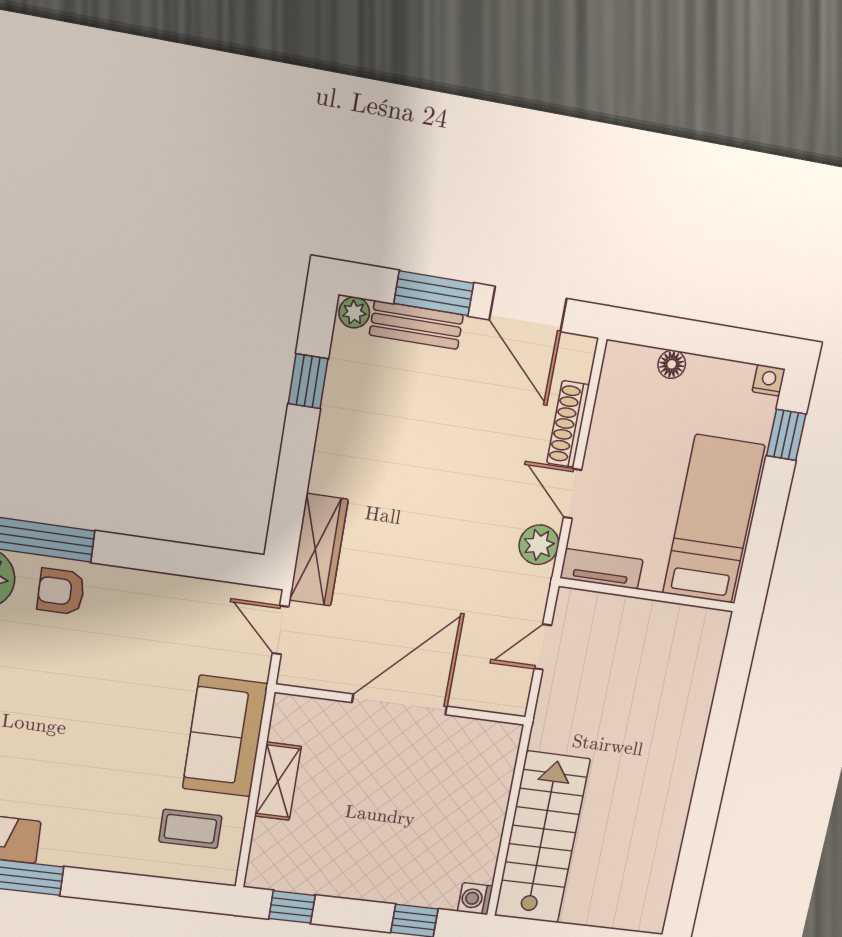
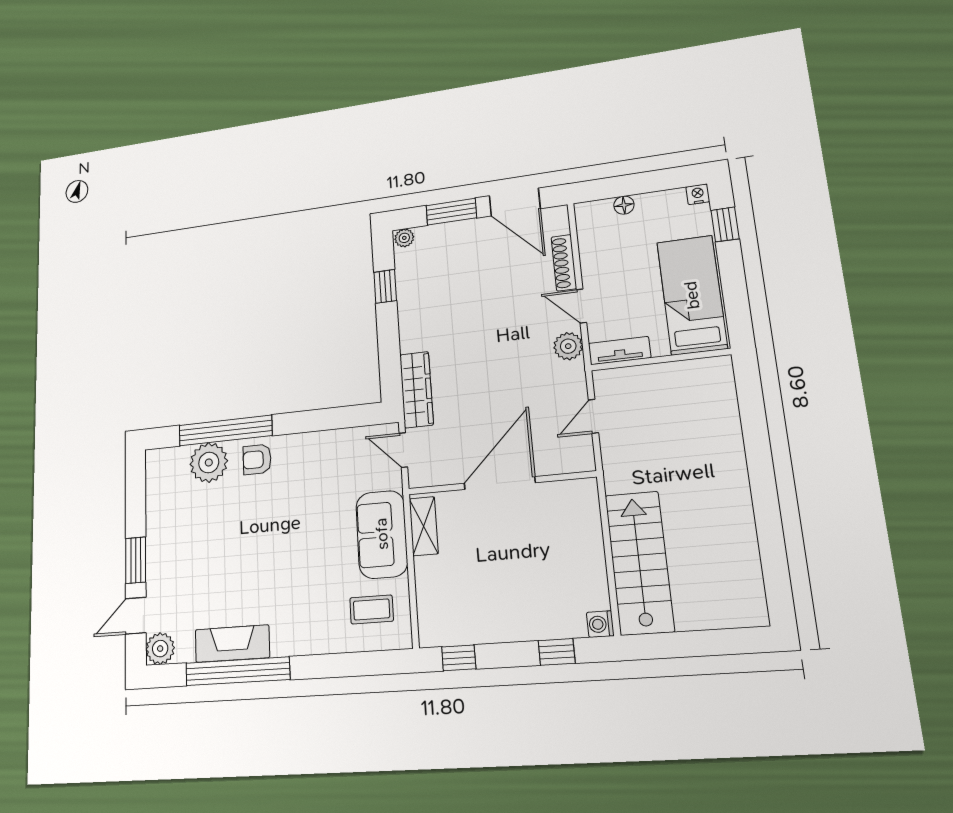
bench: (416, 325) -> (445, 233), removed
shelving: (278, 781) -> (424, 526), moved

